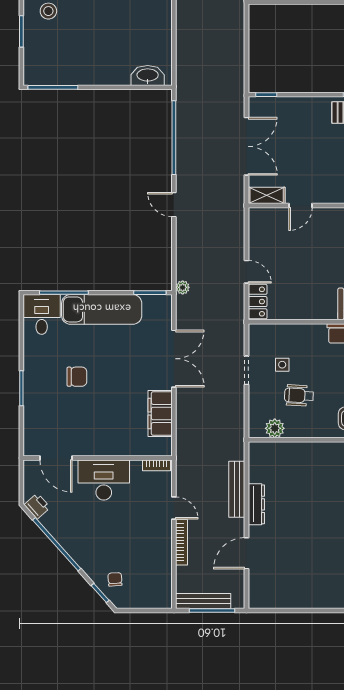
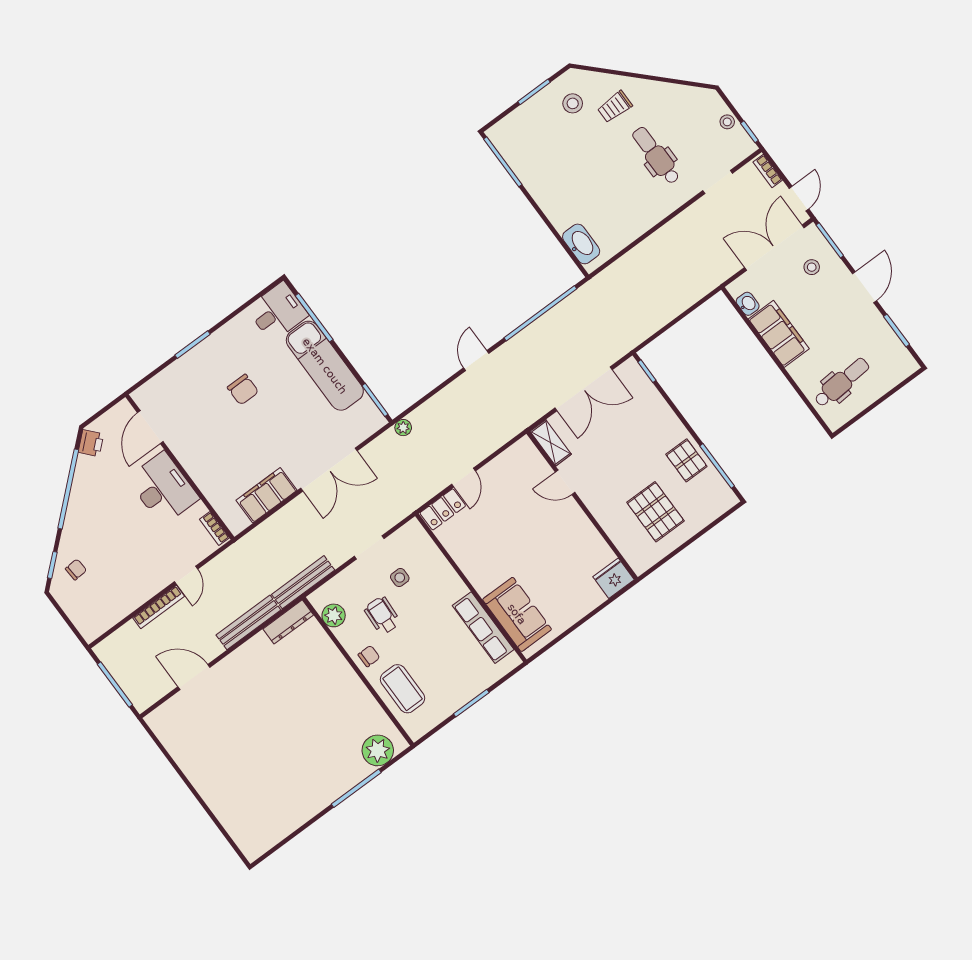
chair: (320, 425) -> (369, 656), added
dresser: (256, 504) -> (288, 622), moved
bench: (203, 601) -> (303, 582), moved, turned 90

